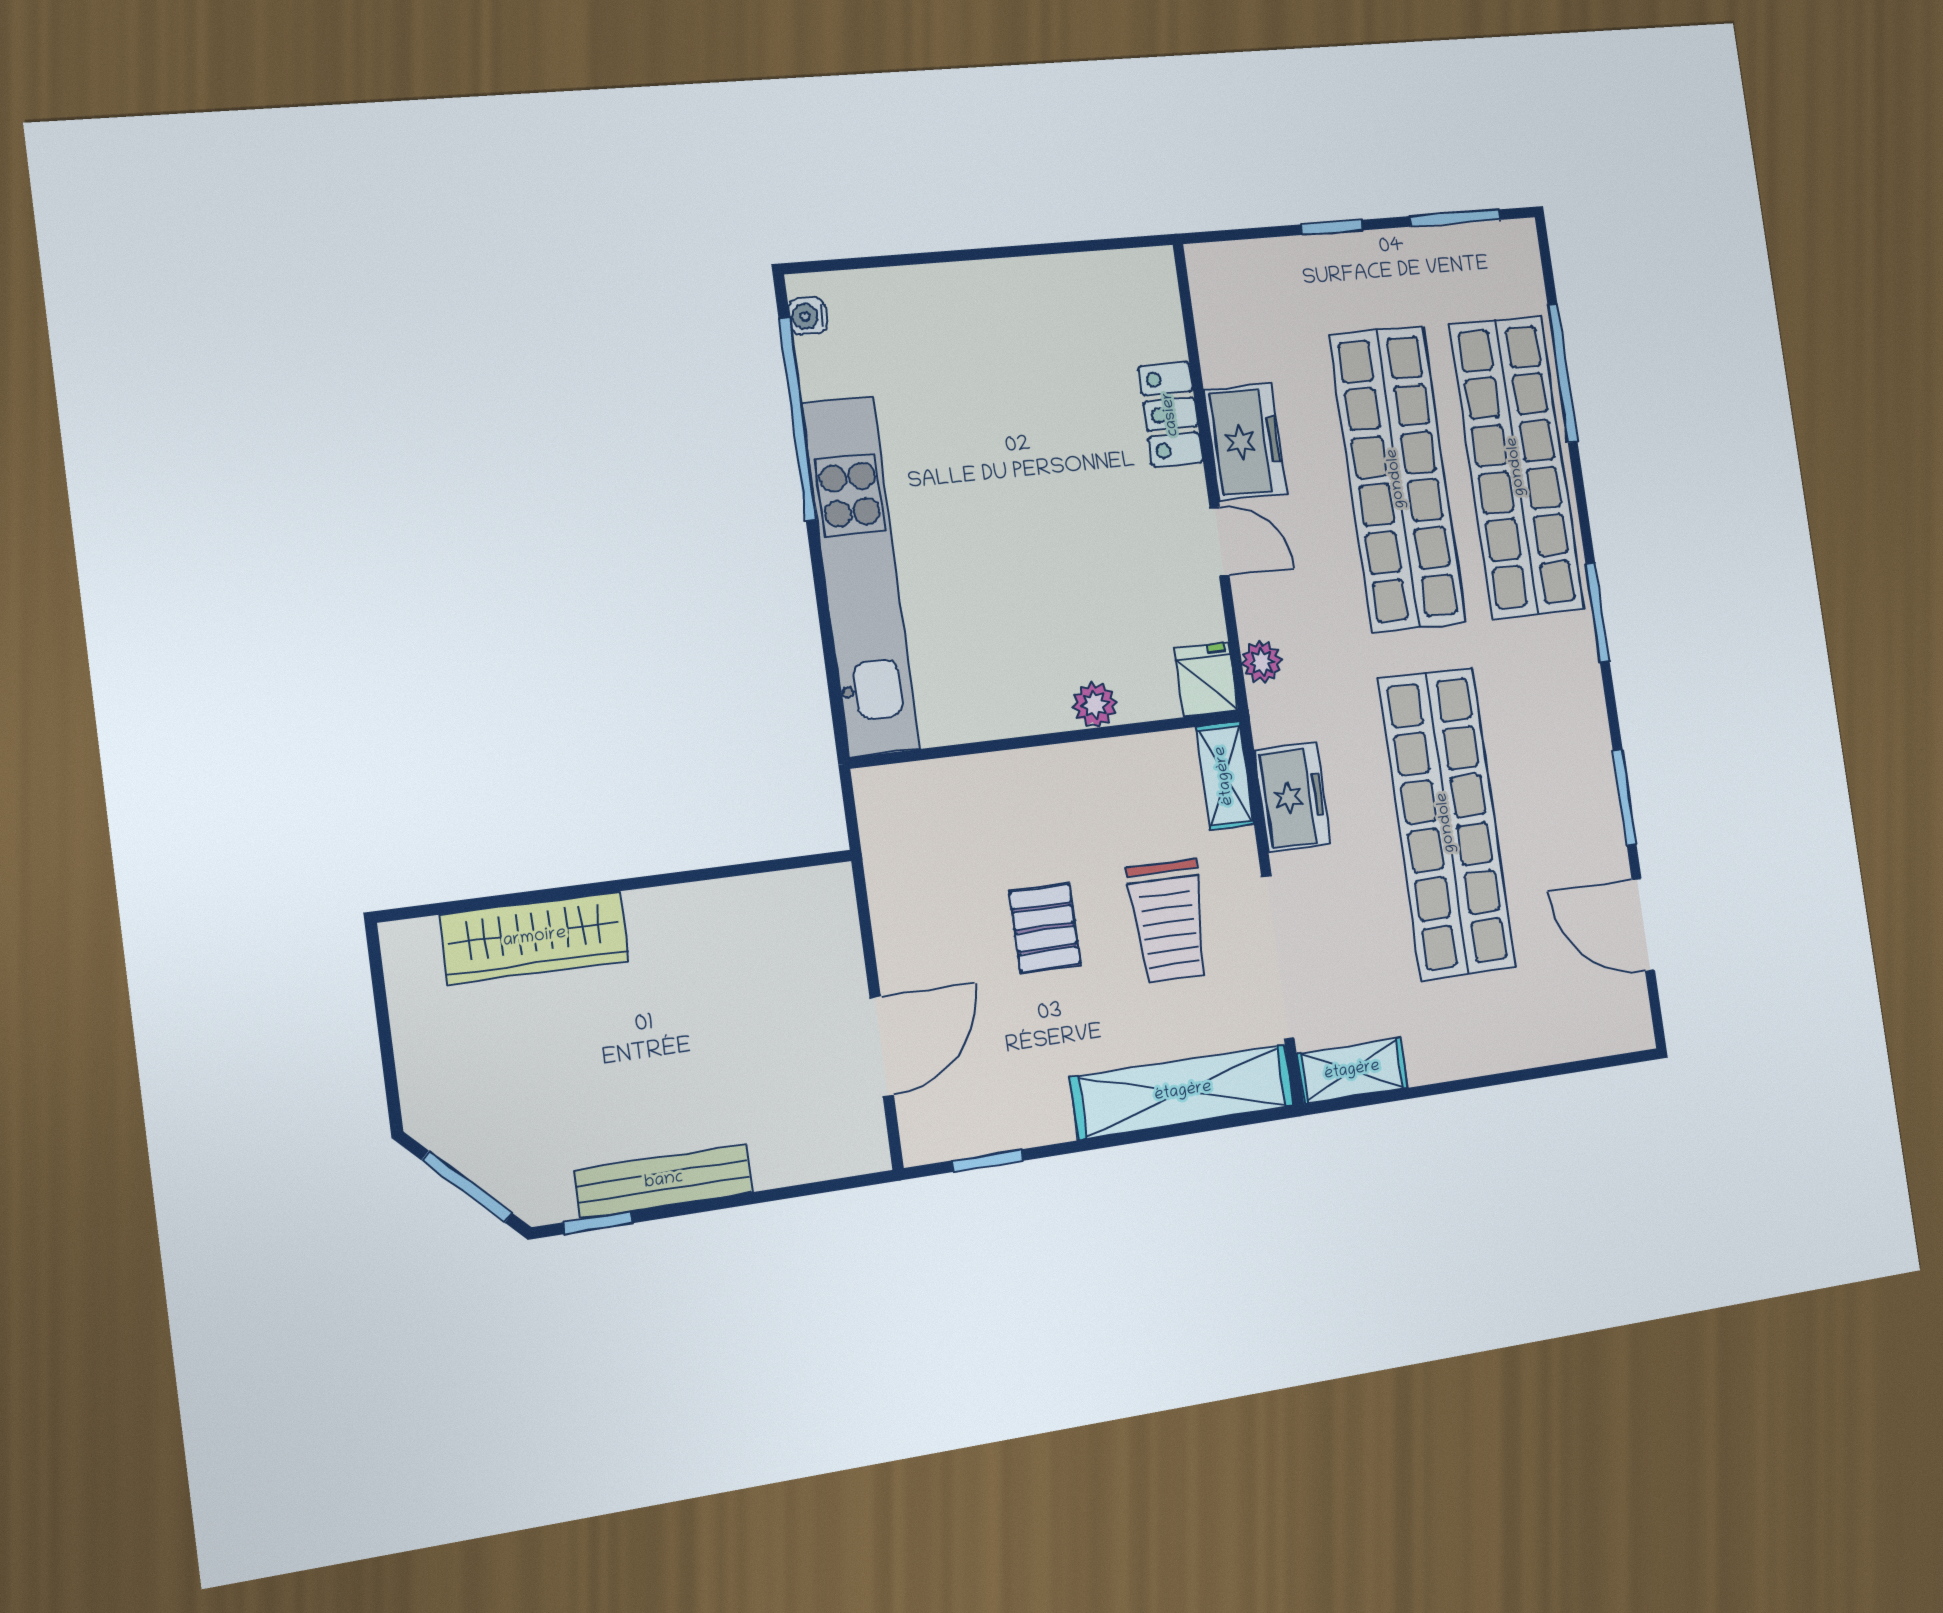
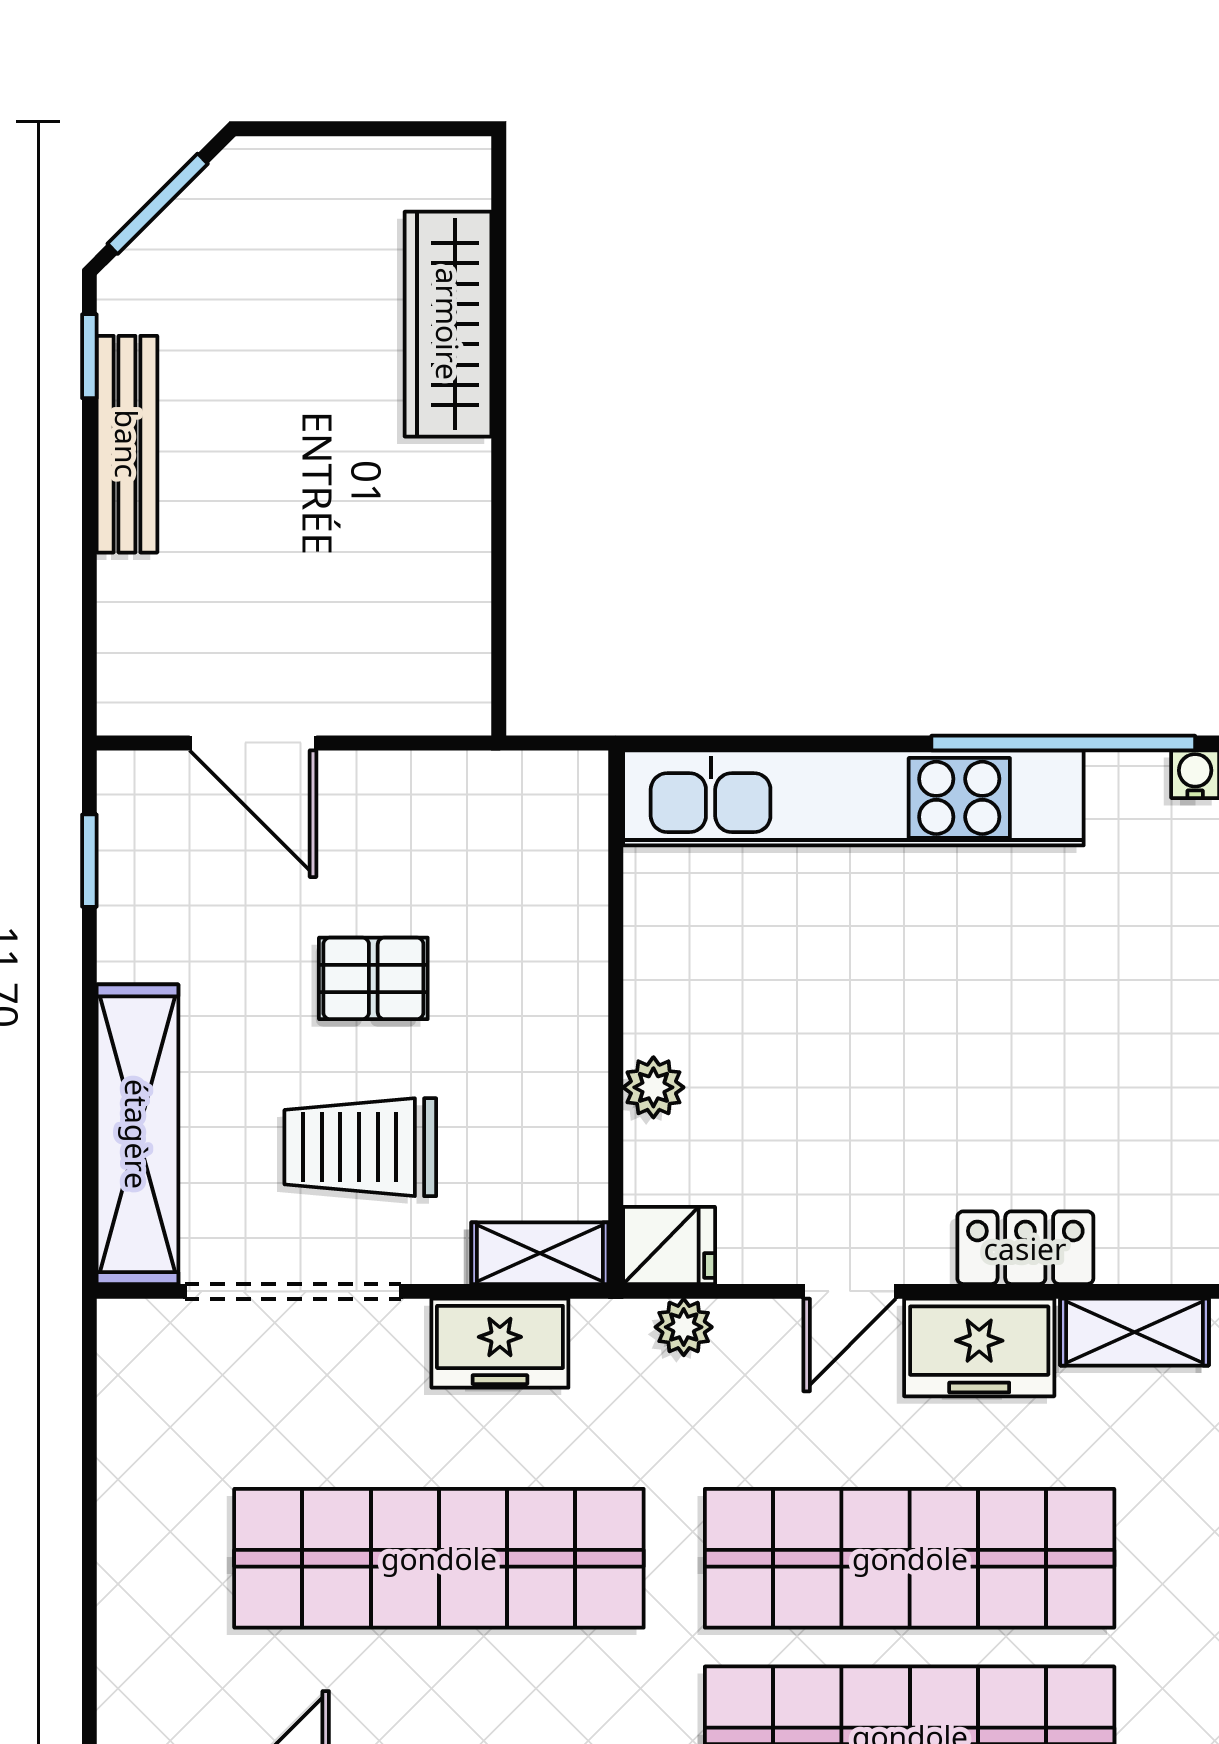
shelving: (1352, 1071) -> (1134, 1332), moved, turned 90

